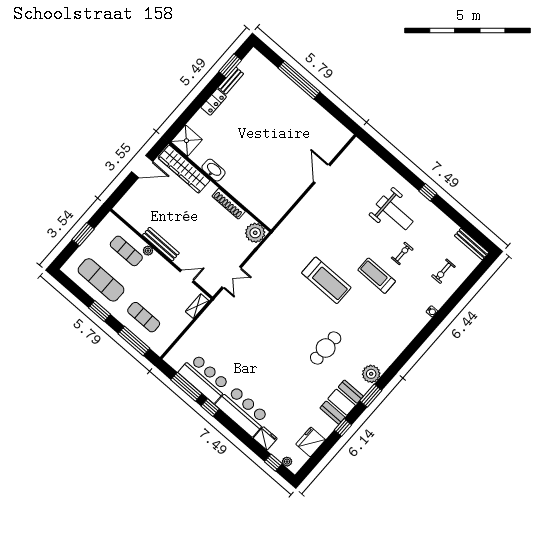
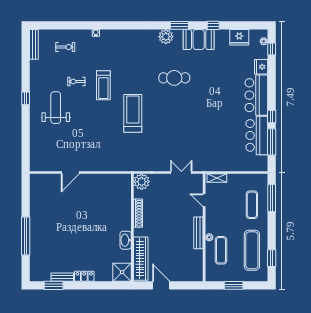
window: (100, 311) -> (272, 258), moved

